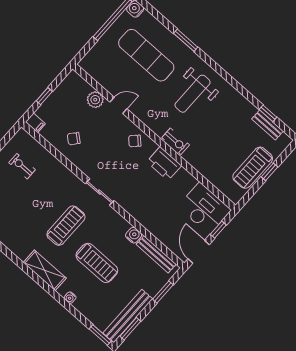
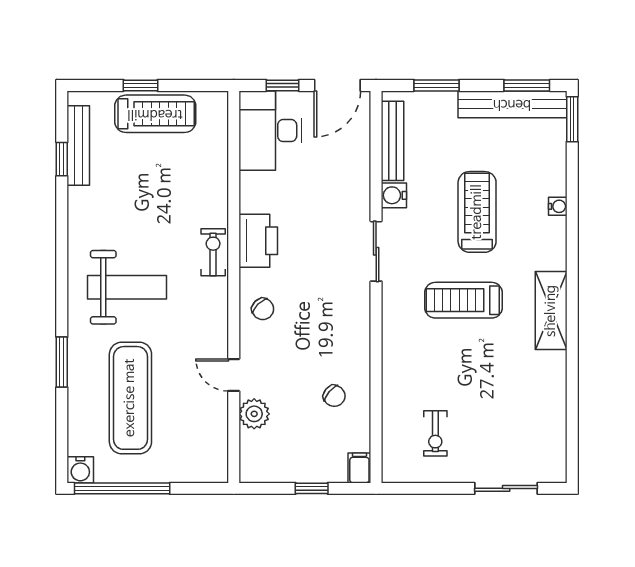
bench: (268, 125) -> (78, 145), width x1.36
sliding door: (100, 192) -> (376, 251), moved
shelving: (45, 270) -> (551, 311), moved

